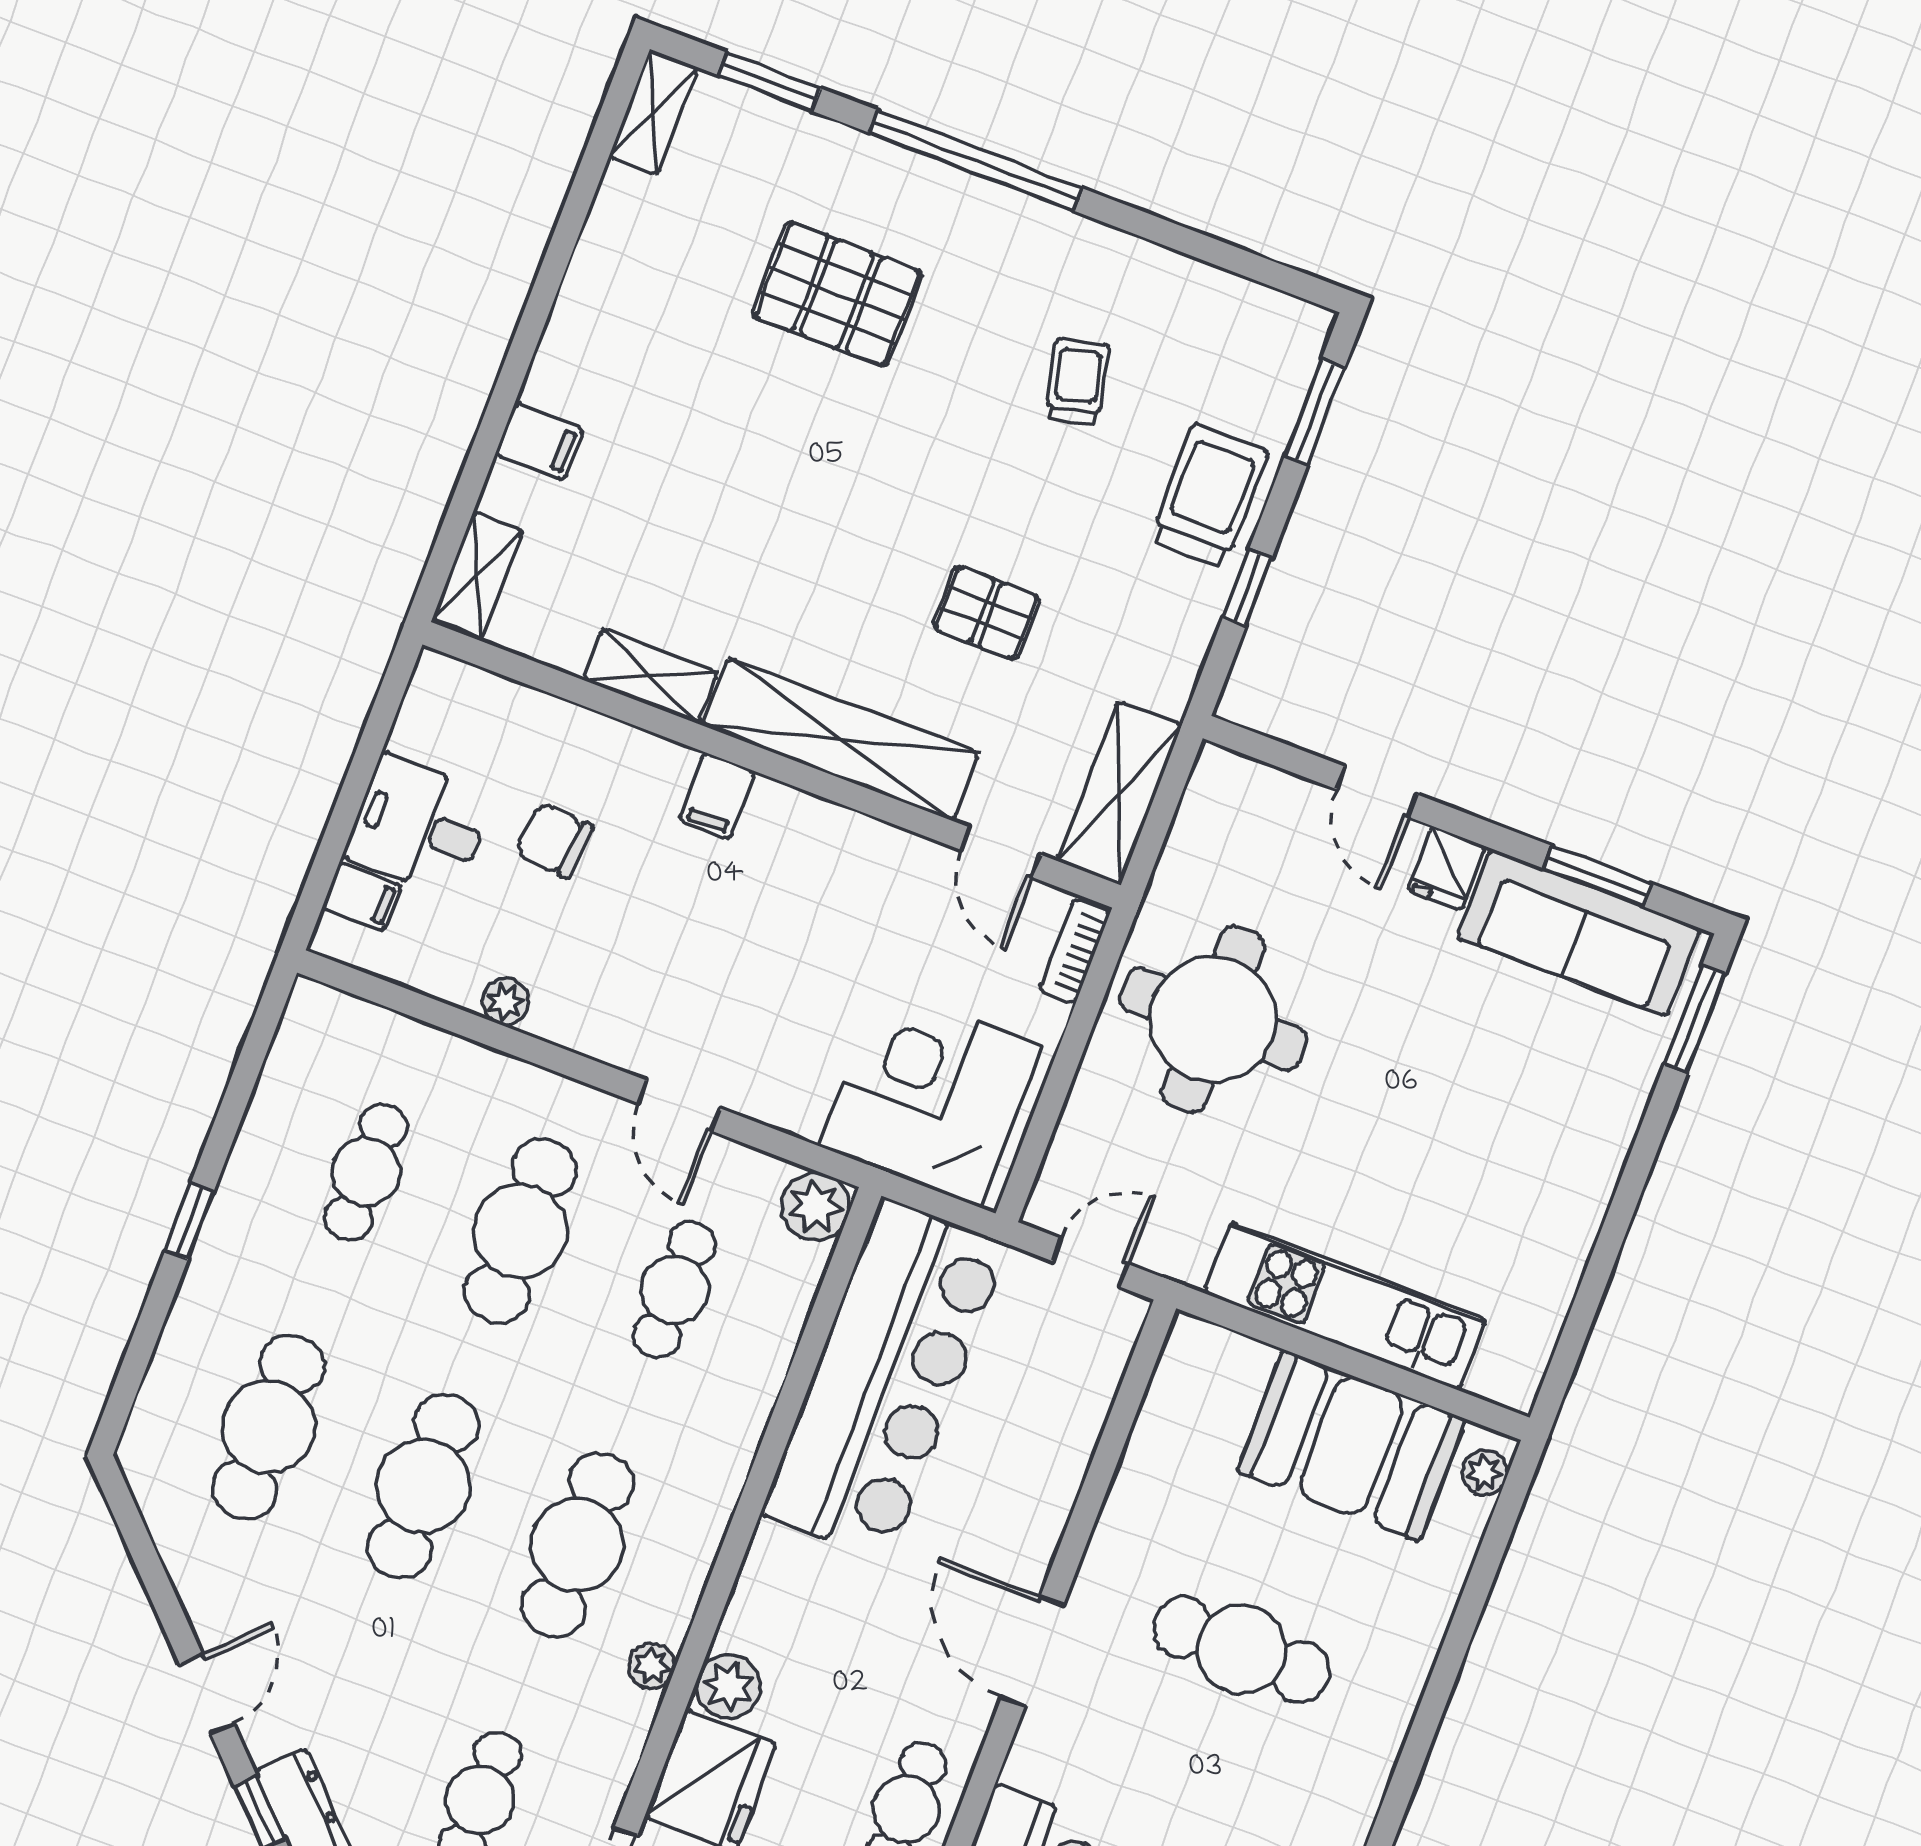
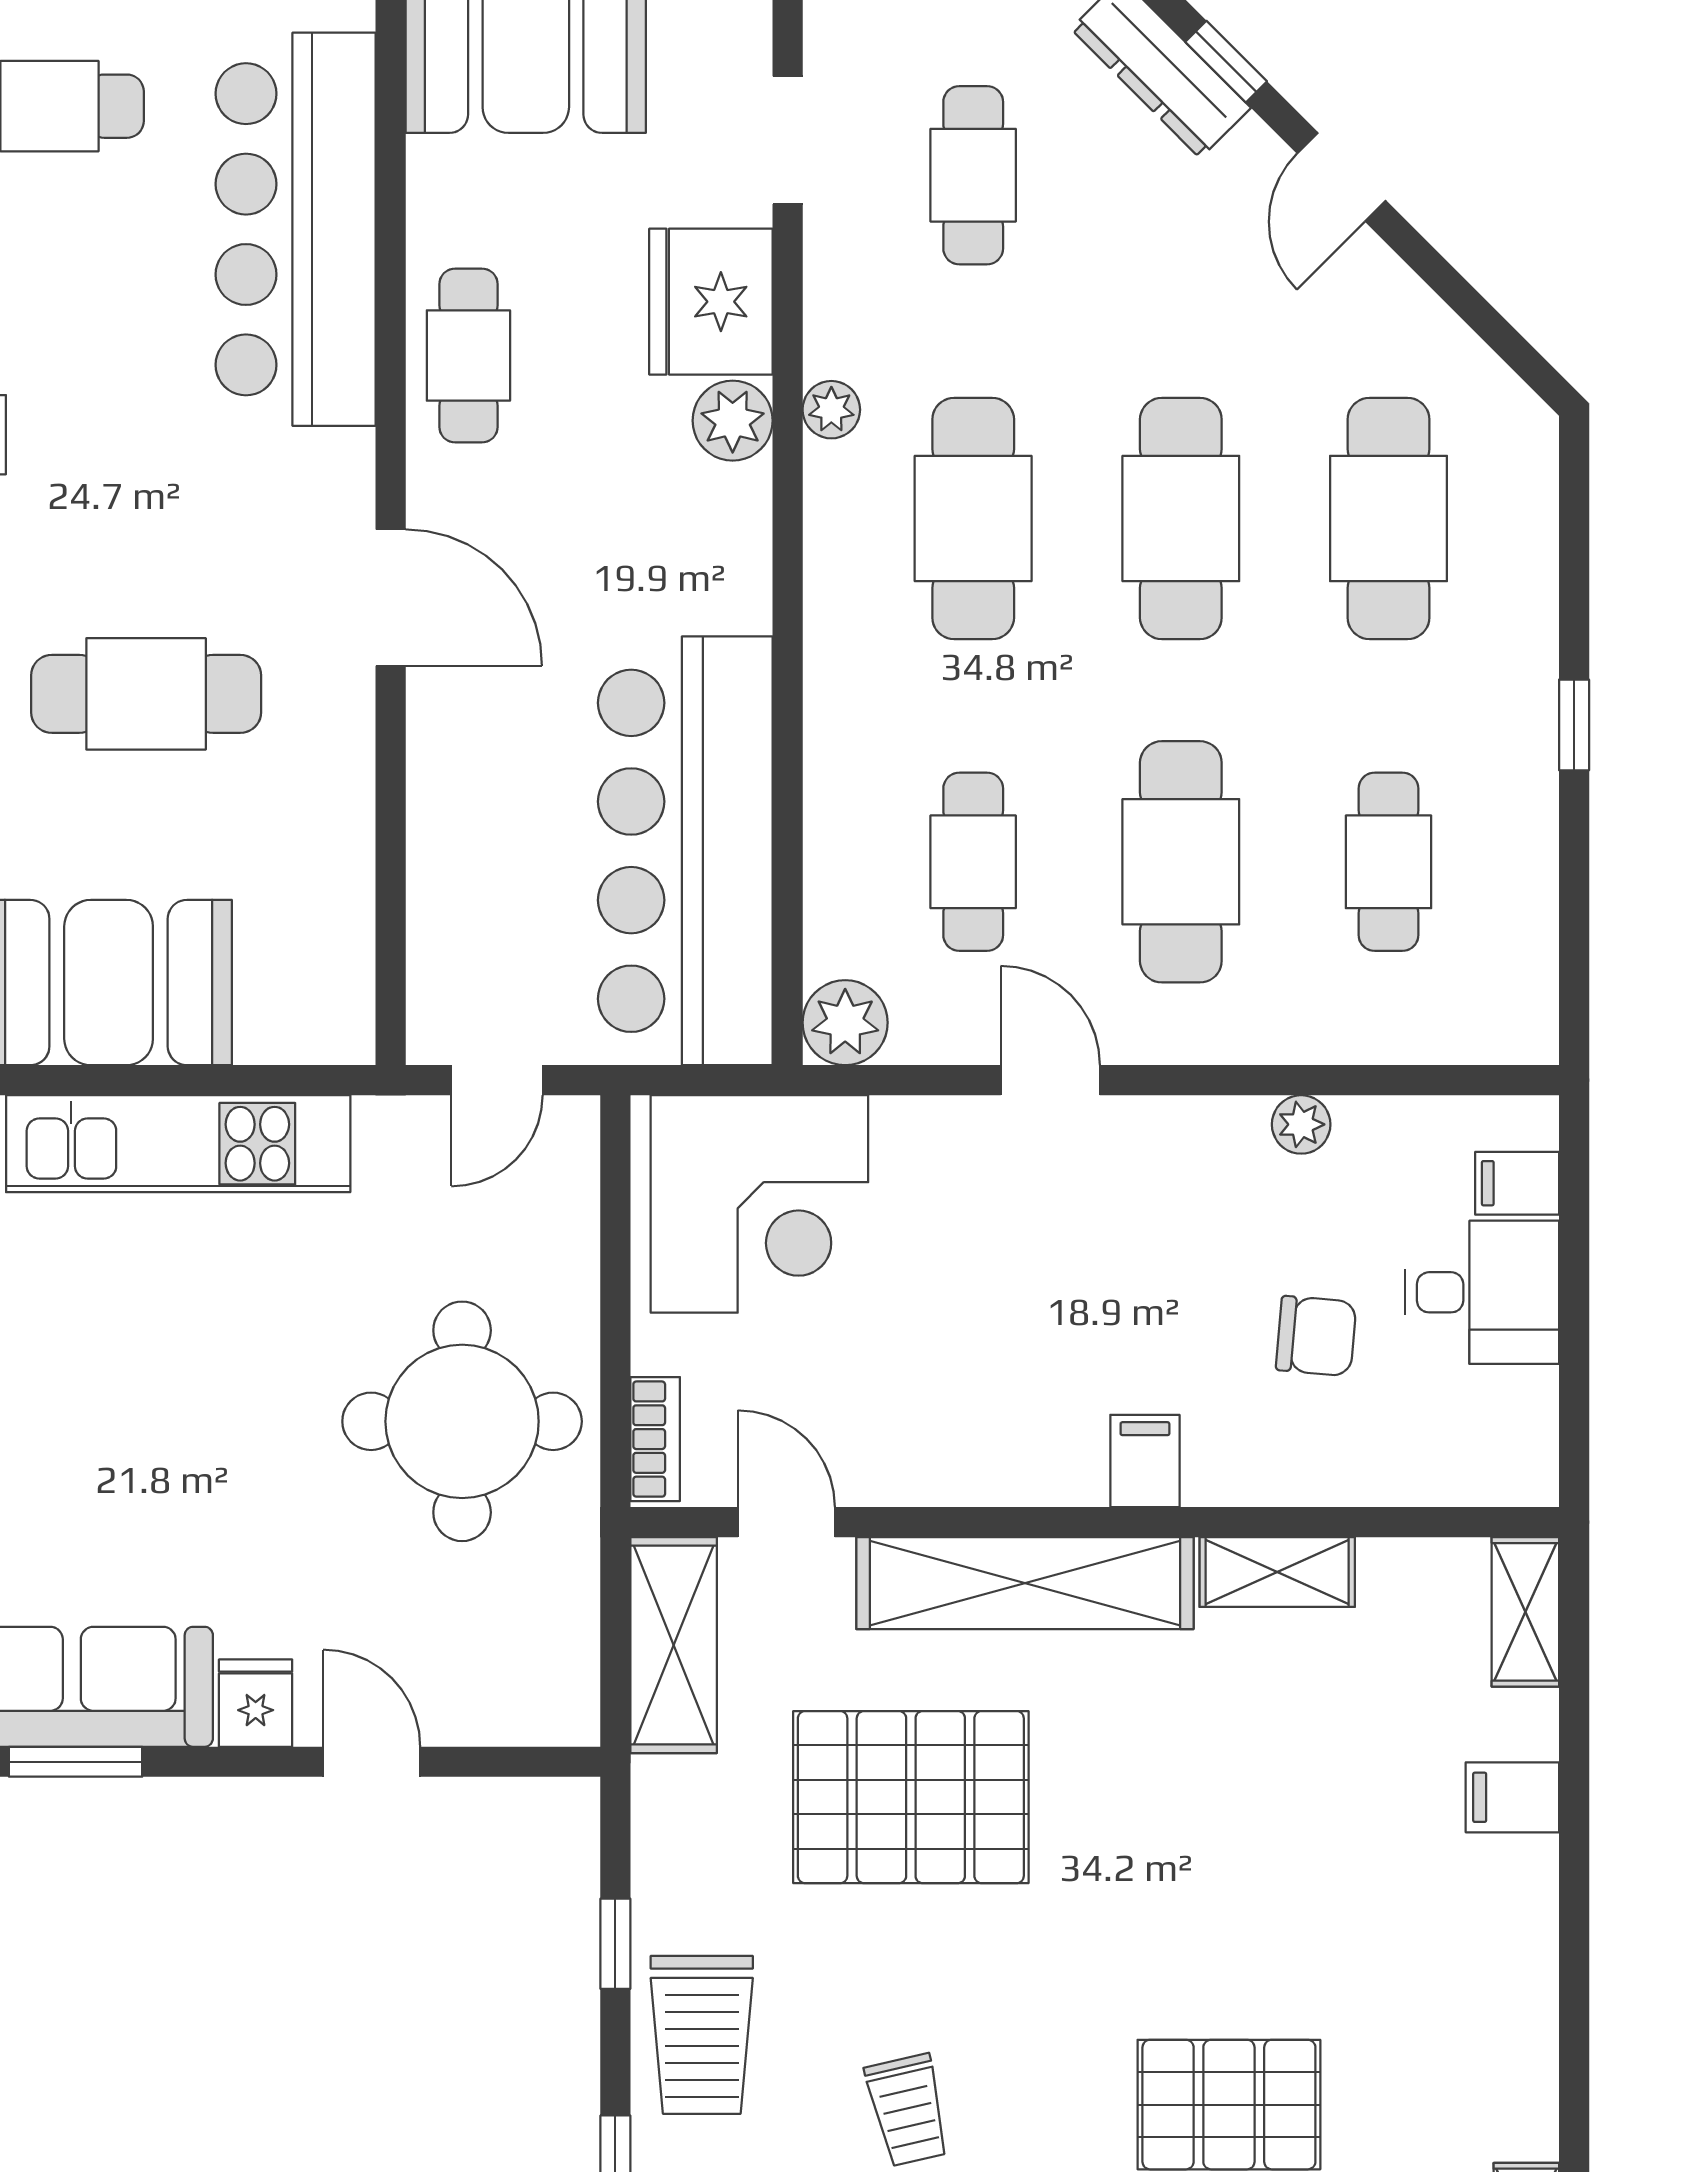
pallet: (986, 613) -> (911, 1797), width x2.05, depth x2.00

